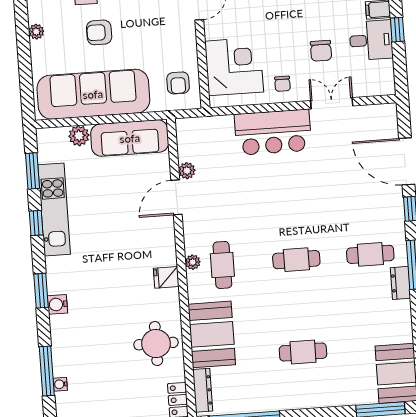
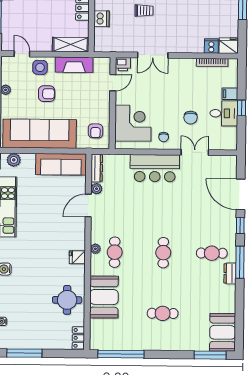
armchair: (99, 32) -> (47, 94), turned 180
plant: (79, 136) -> (14, 160), moved
cafe table: (296, 260) -> (163, 253), turned 90
dresser: (203, 390) -> (97, 168), moved

